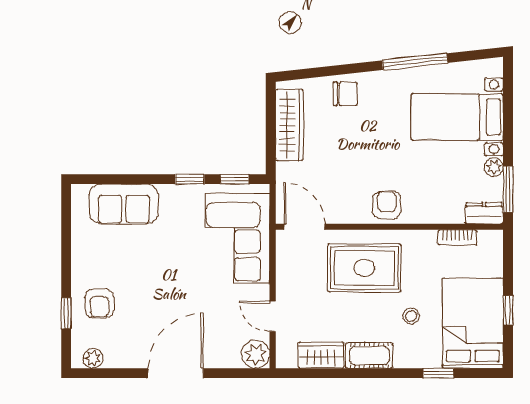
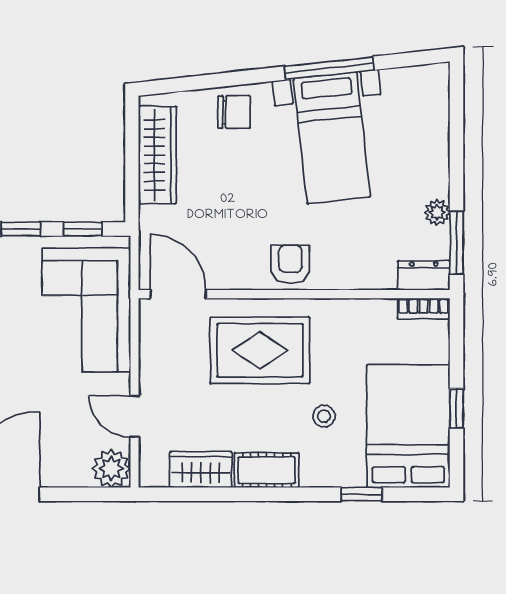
bed with nightstands: (457, 117) -> (332, 138), moved, turned -96
bookcase: (457, 237) -> (424, 309), moved

